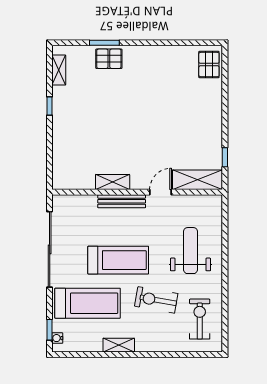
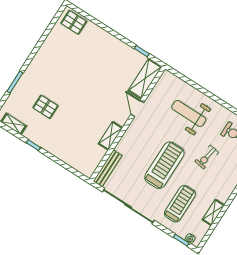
pallet: (109, 59) -> (45, 107), moved, turned 90
bench: (122, 201) -> (108, 168), moved
exercise bike: (156, 300) -> (207, 157), width x0.73, depth x0.72
treadmill: (88, 303) -> (180, 204), width x0.73, depth x0.73
shelving: (119, 345) -> (213, 212), moved

